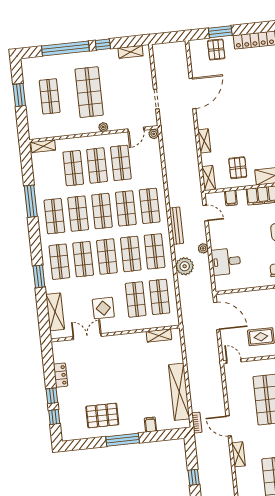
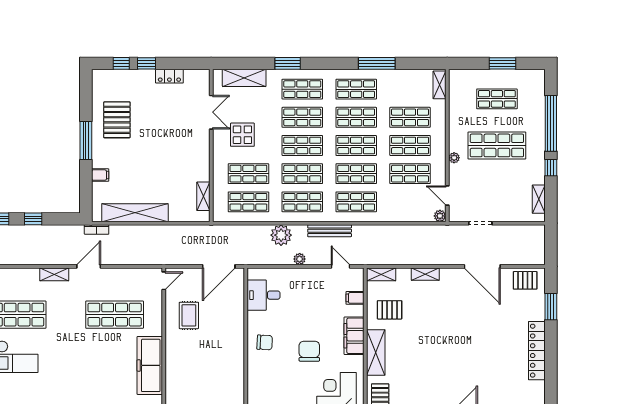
pallet: (216, 50) -> (525, 280), moved
door: (206, 213) -> (341, 266), swing flipped
desk: (226, 262) -> (264, 295), moved, turned -90

